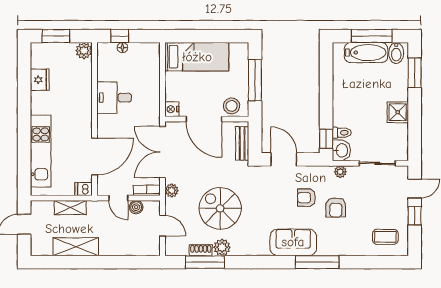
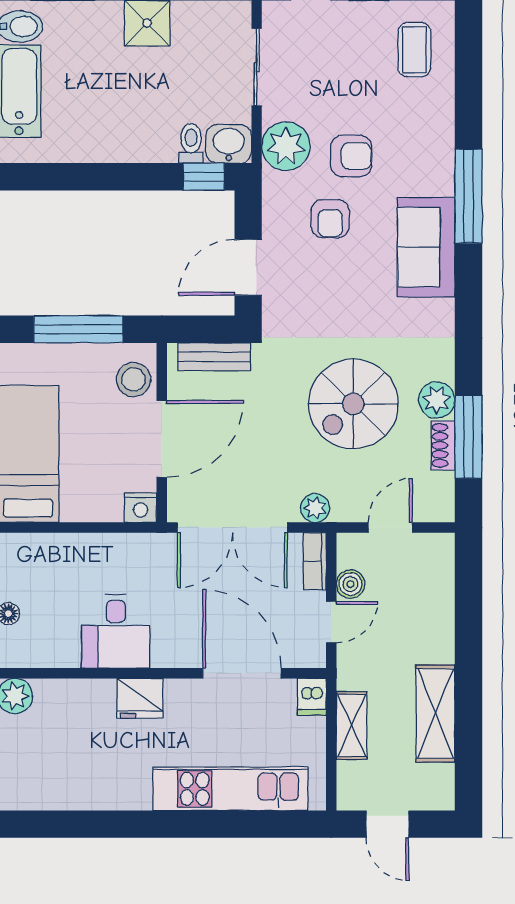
fridge: (40, 80) -> (140, 698), moved, turned 180
plant: (340, 172) -> (286, 146), width x1.87, depth x1.87

